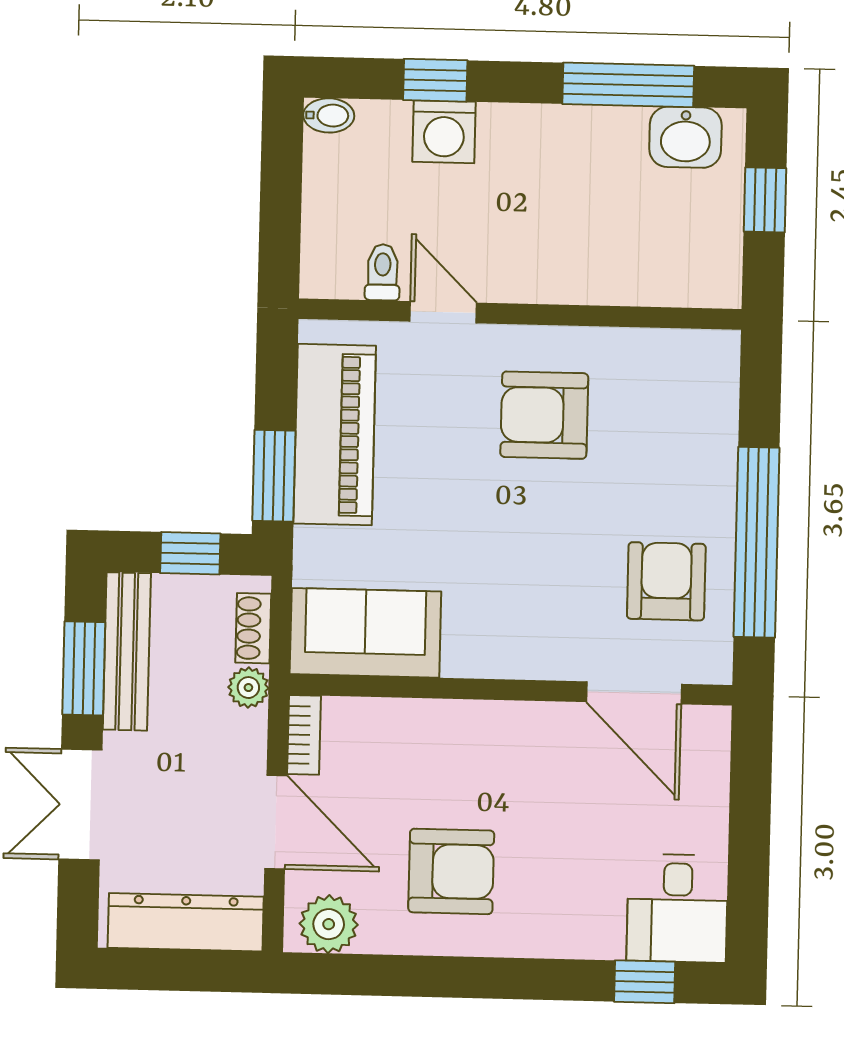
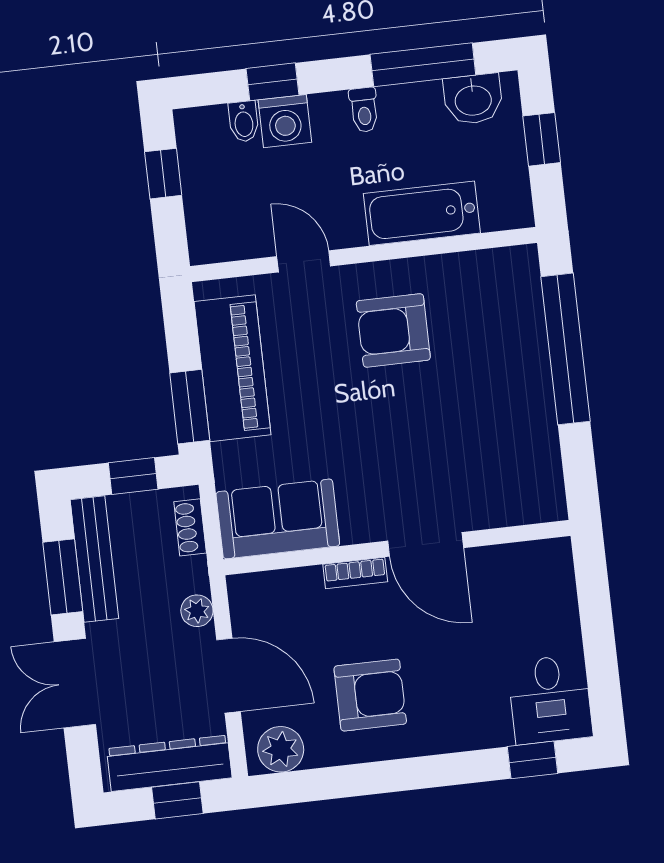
bidet: (329, 115) -> (244, 121), moved, turned 90
window: (281, 177) -> (163, 174), added
toilet: (383, 272) -> (364, 110), moved, turned 180
bathtub: (601, 272) -> (422, 213), added
window: (757, 542) -> (566, 349), moved
armchair: (666, 581) -> (506, 446), removed
plant: (248, 688) -> (197, 611), moved
door: (634, 693) -> (426, 544), moved
bookcase: (304, 735) -> (355, 573), moved, turned 90
window: (189, 971) -> (177, 800), added

